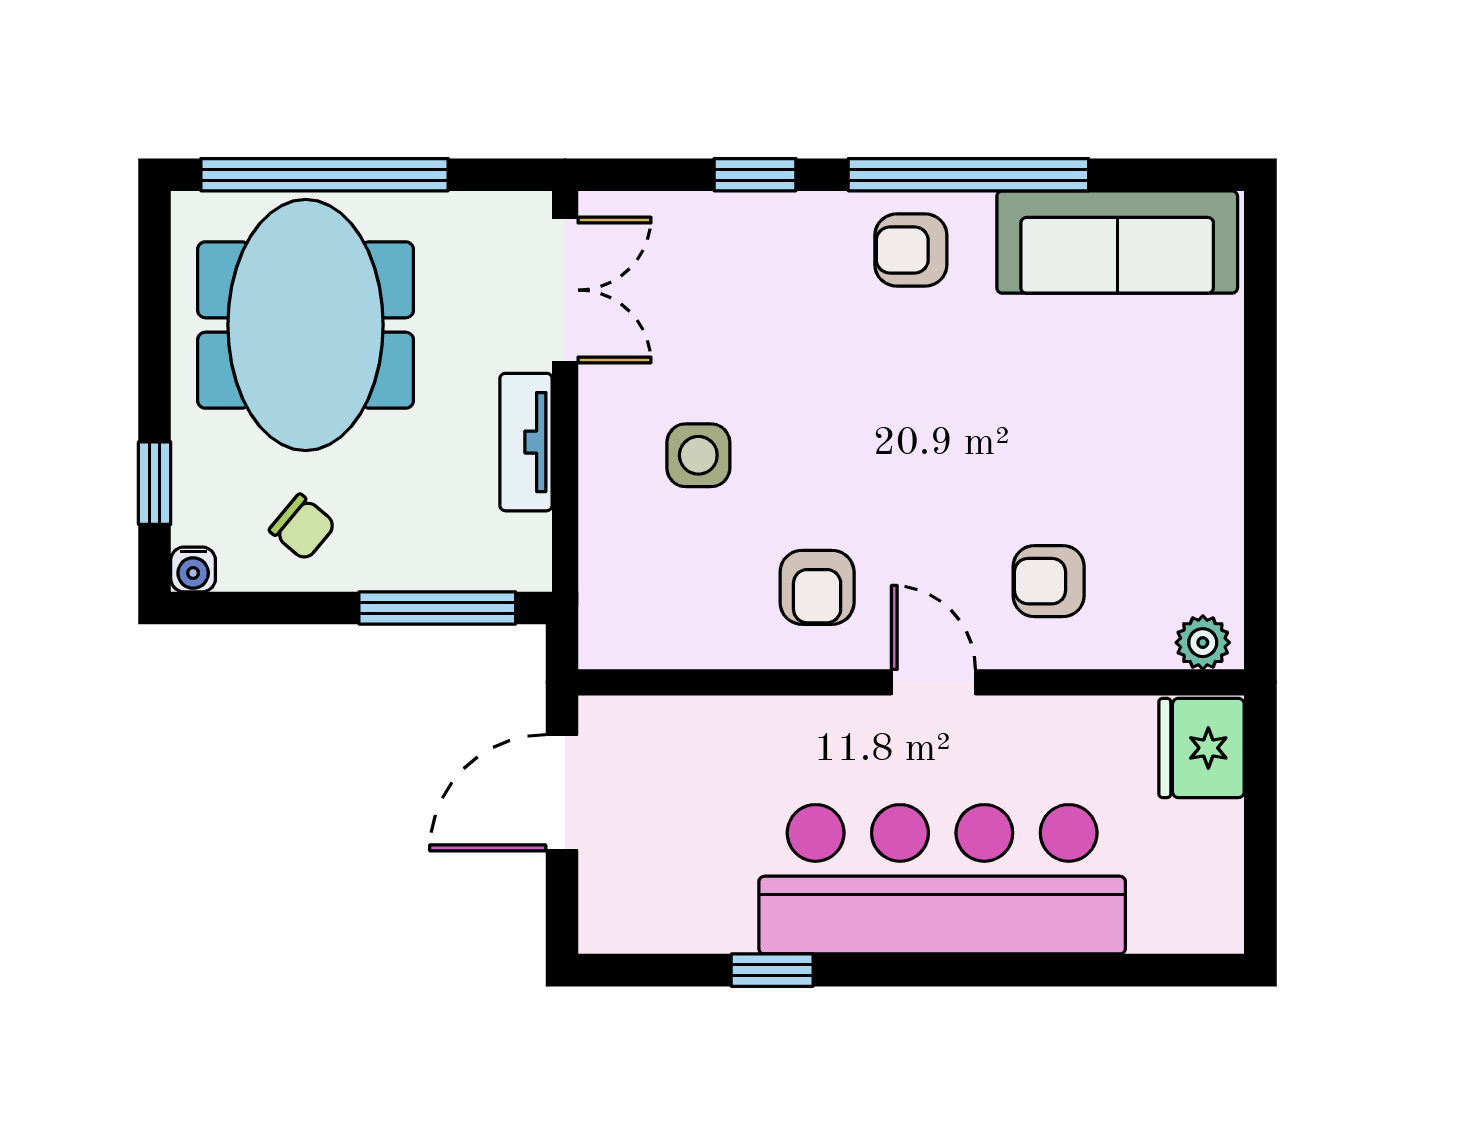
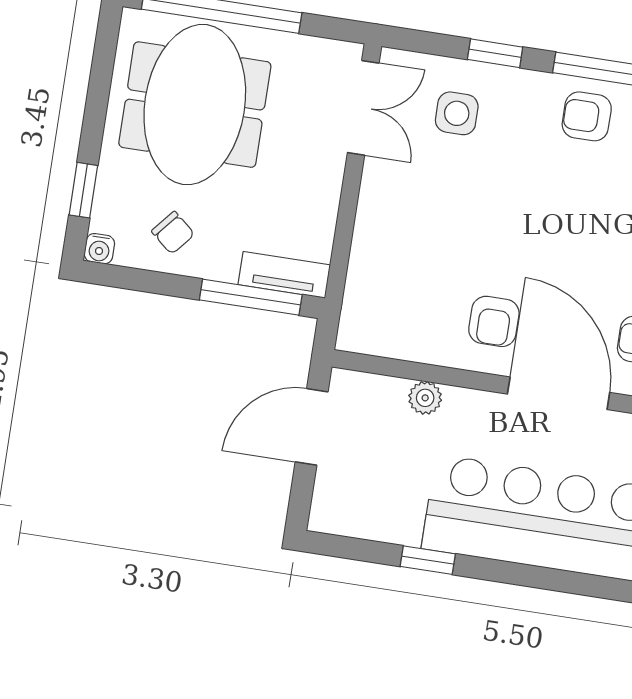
tv unit: (526, 442) -> (284, 275), moved, turned 90
side table: (698, 455) -> (457, 113), moved
door: (933, 682) -> (559, 393), width x1.88
plant: (729, 721) -> (425, 398), added

